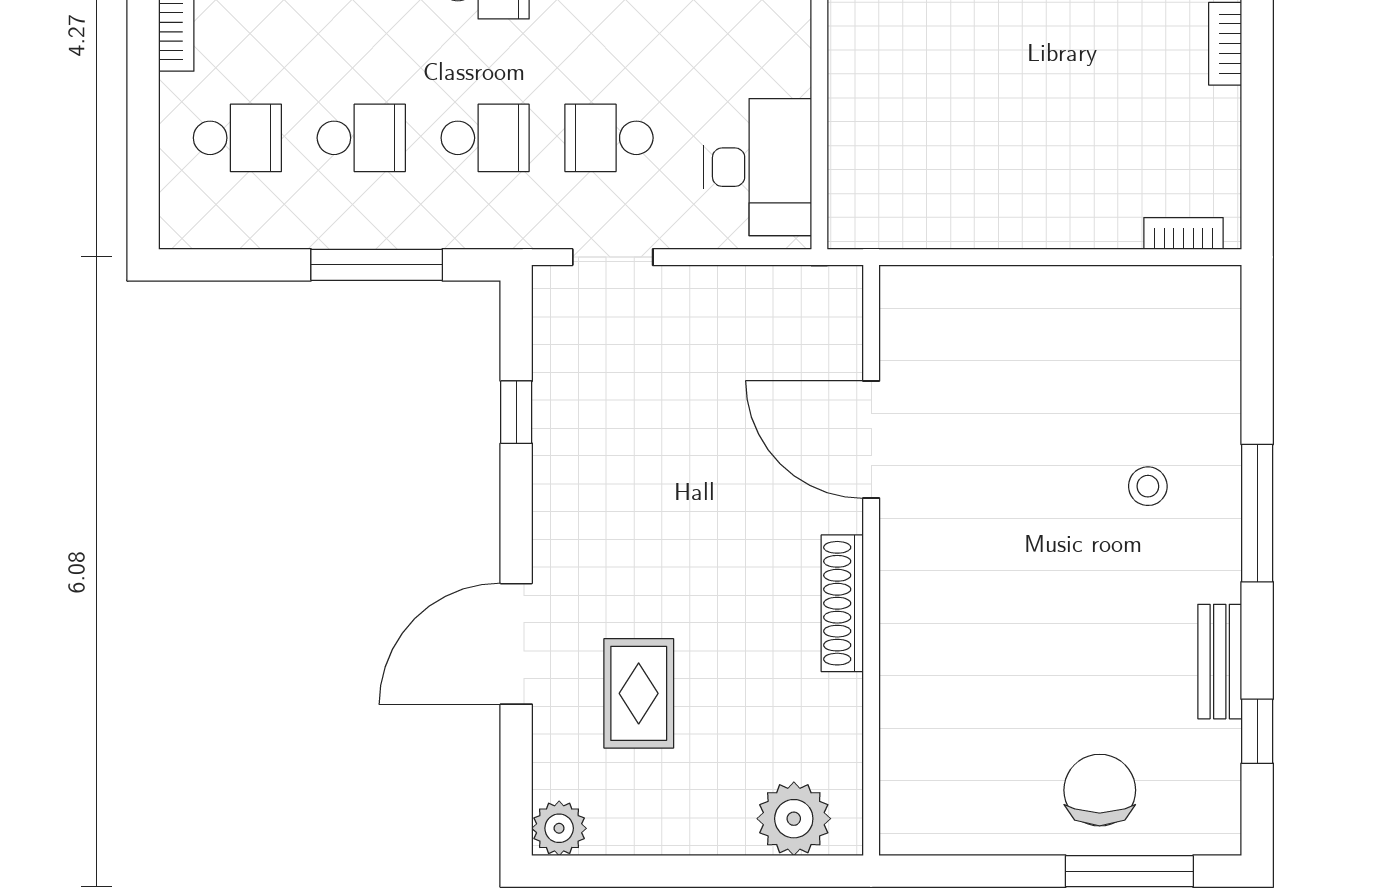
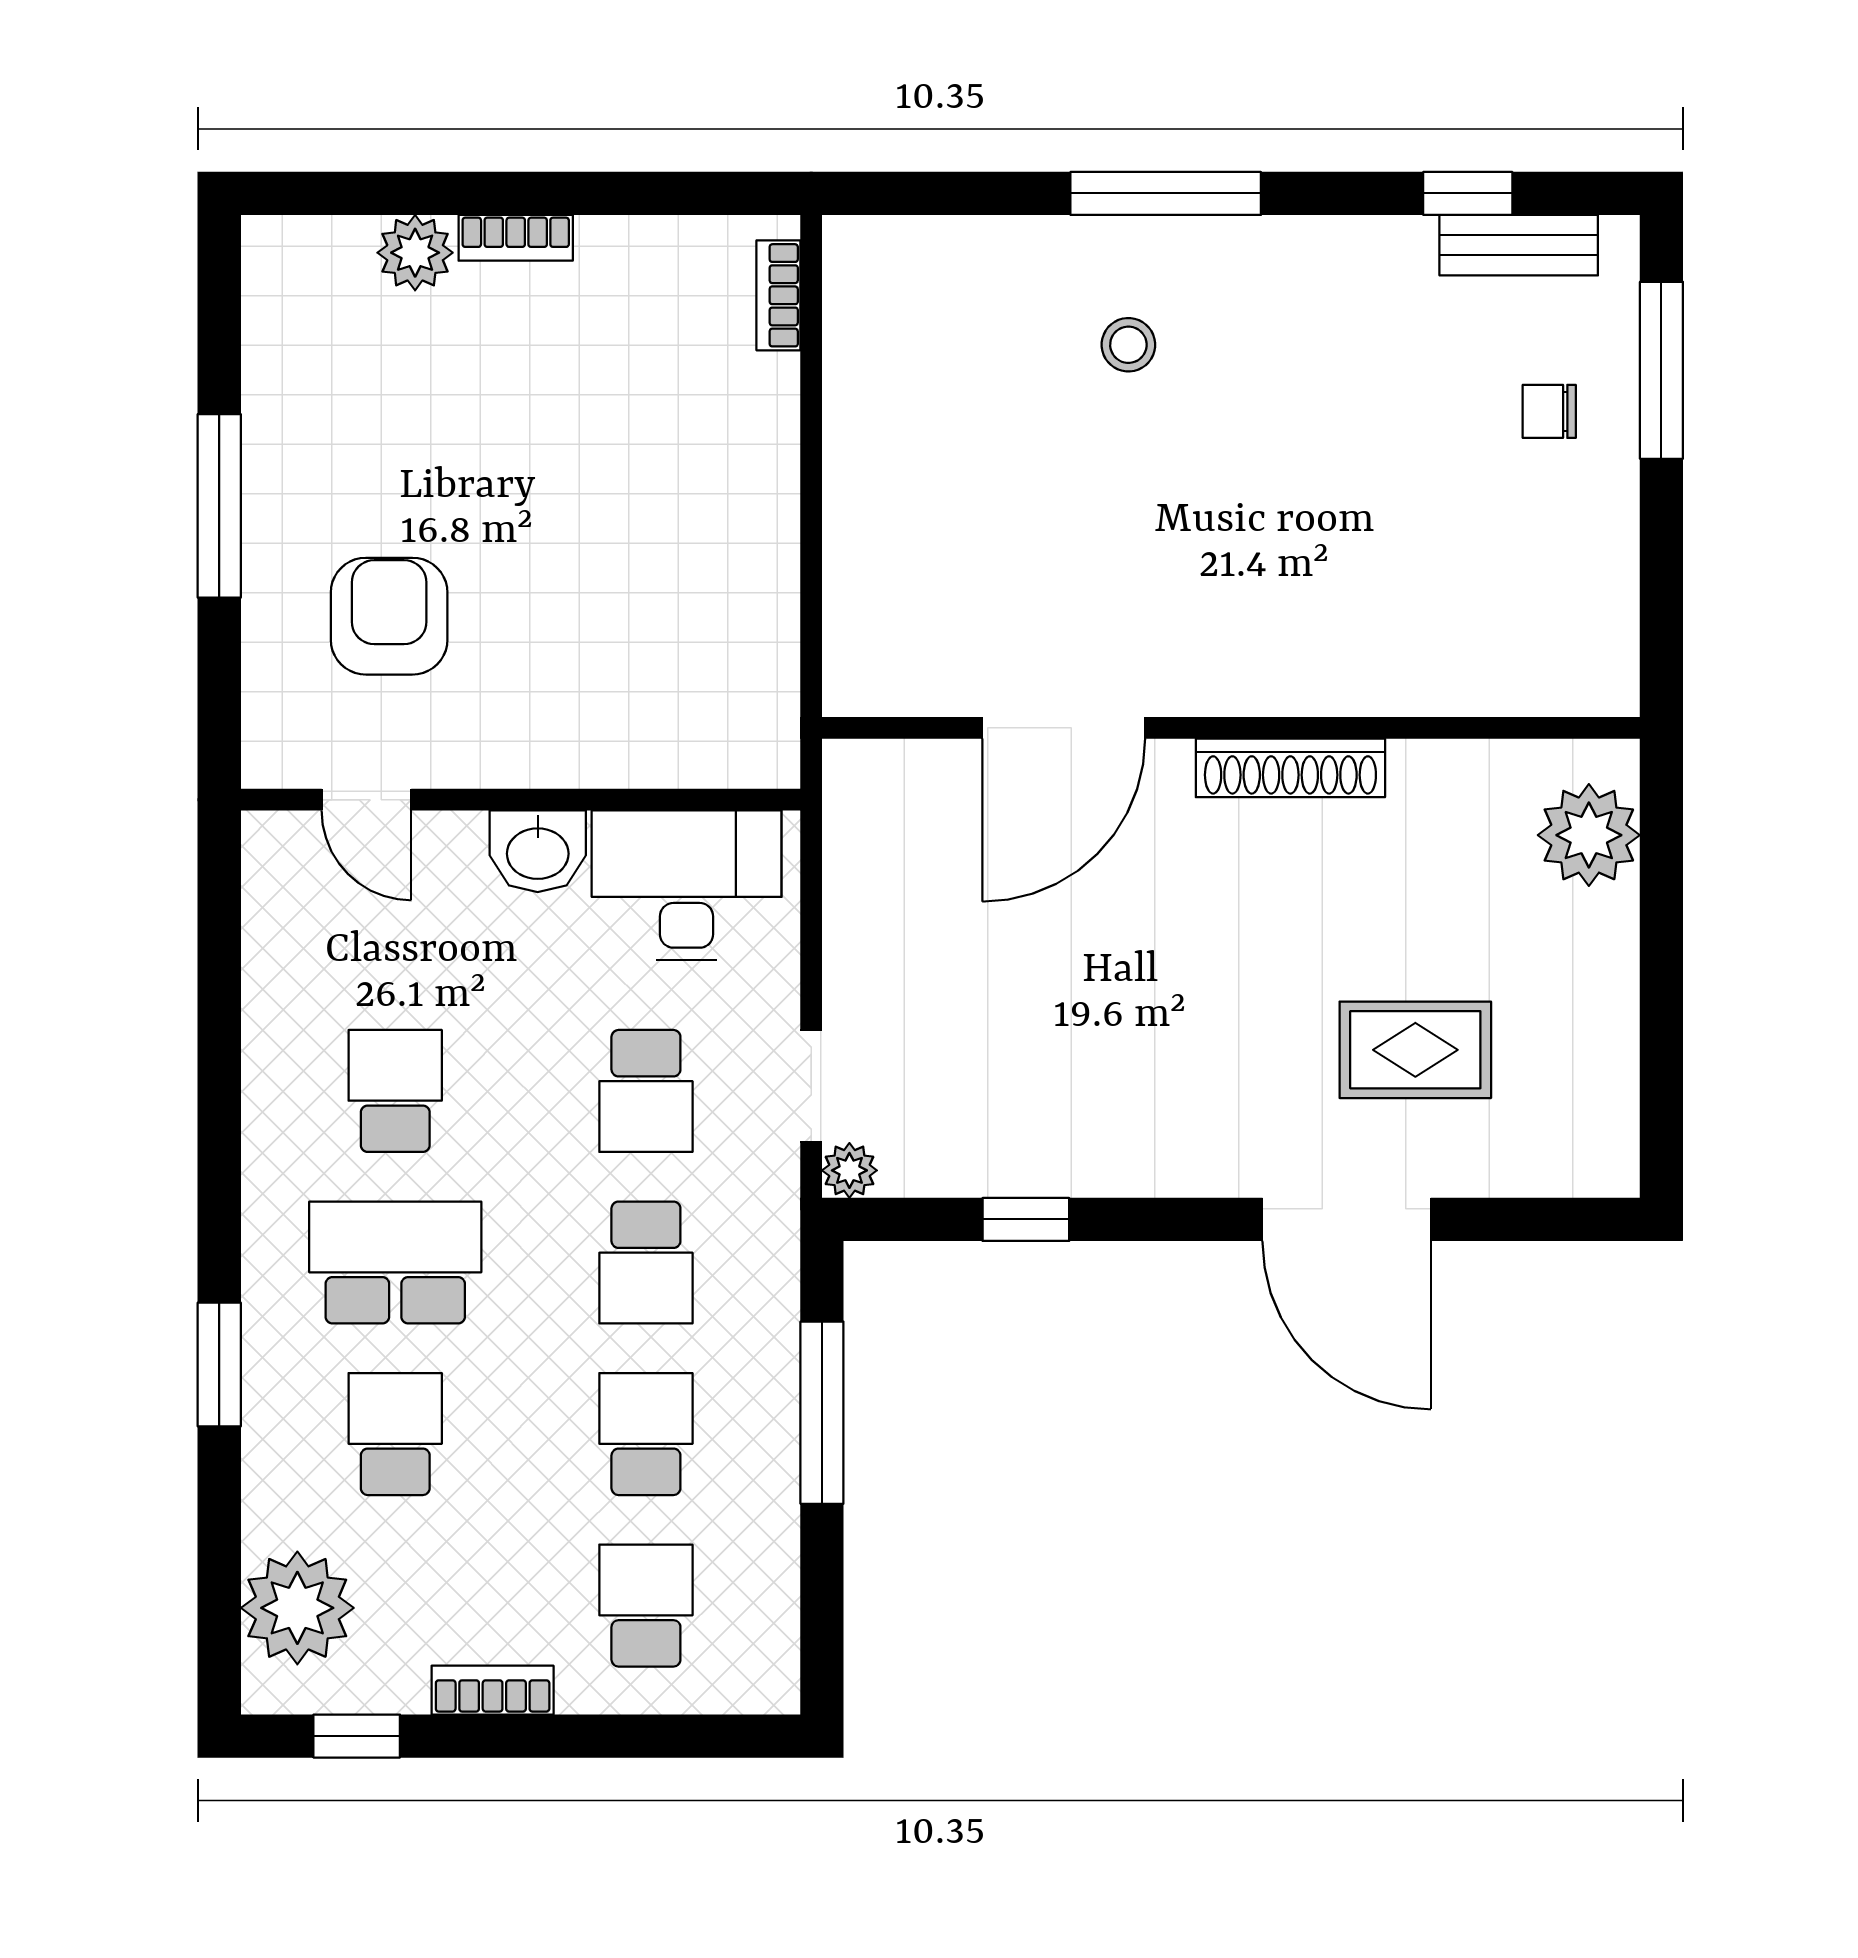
washbasin: (782, 60) -> (538, 851), added
school desk: (485, 138) -> (646, 1263), turned 180
bench: (1220, 662) -> (1519, 245), moved
chair: (1100, 790) -> (1549, 411), width x0.54, depth x0.54
plant: (559, 828) -> (849, 1170), moved, width x0.73, depth x0.73

